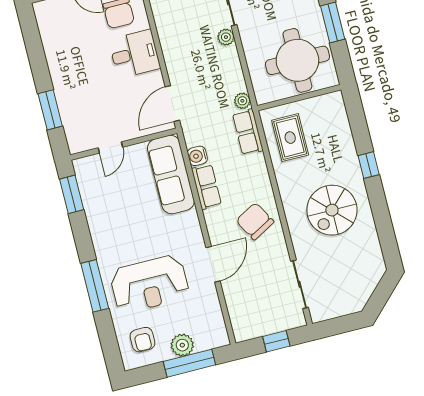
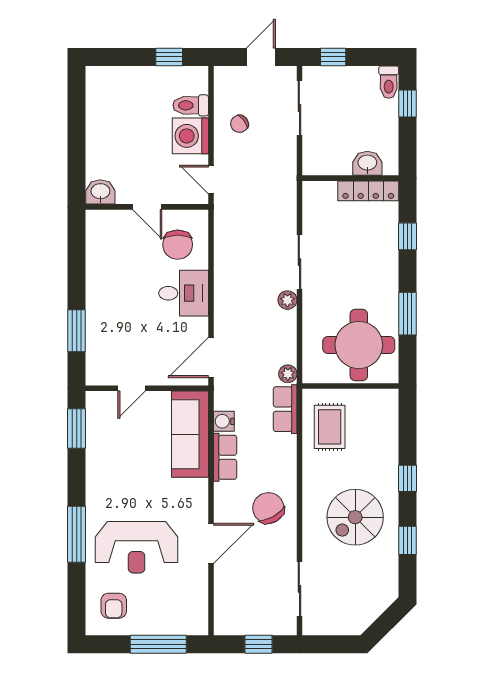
window: (382, 219) -> (407, 540), added
plant: (182, 345) -> (155, 623), removed

